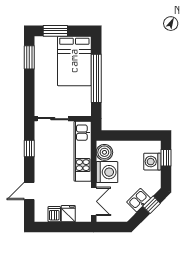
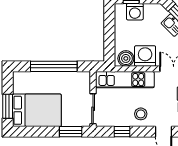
window: (29, 57) -> (71, 132), moved
bed: (74, 61) -> (37, 110), moved
stool: (47, 168) -> (141, 114), added

